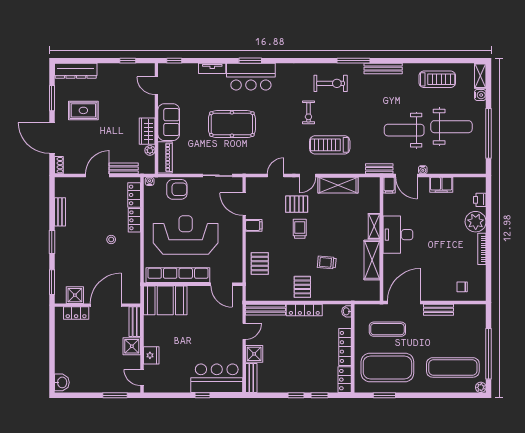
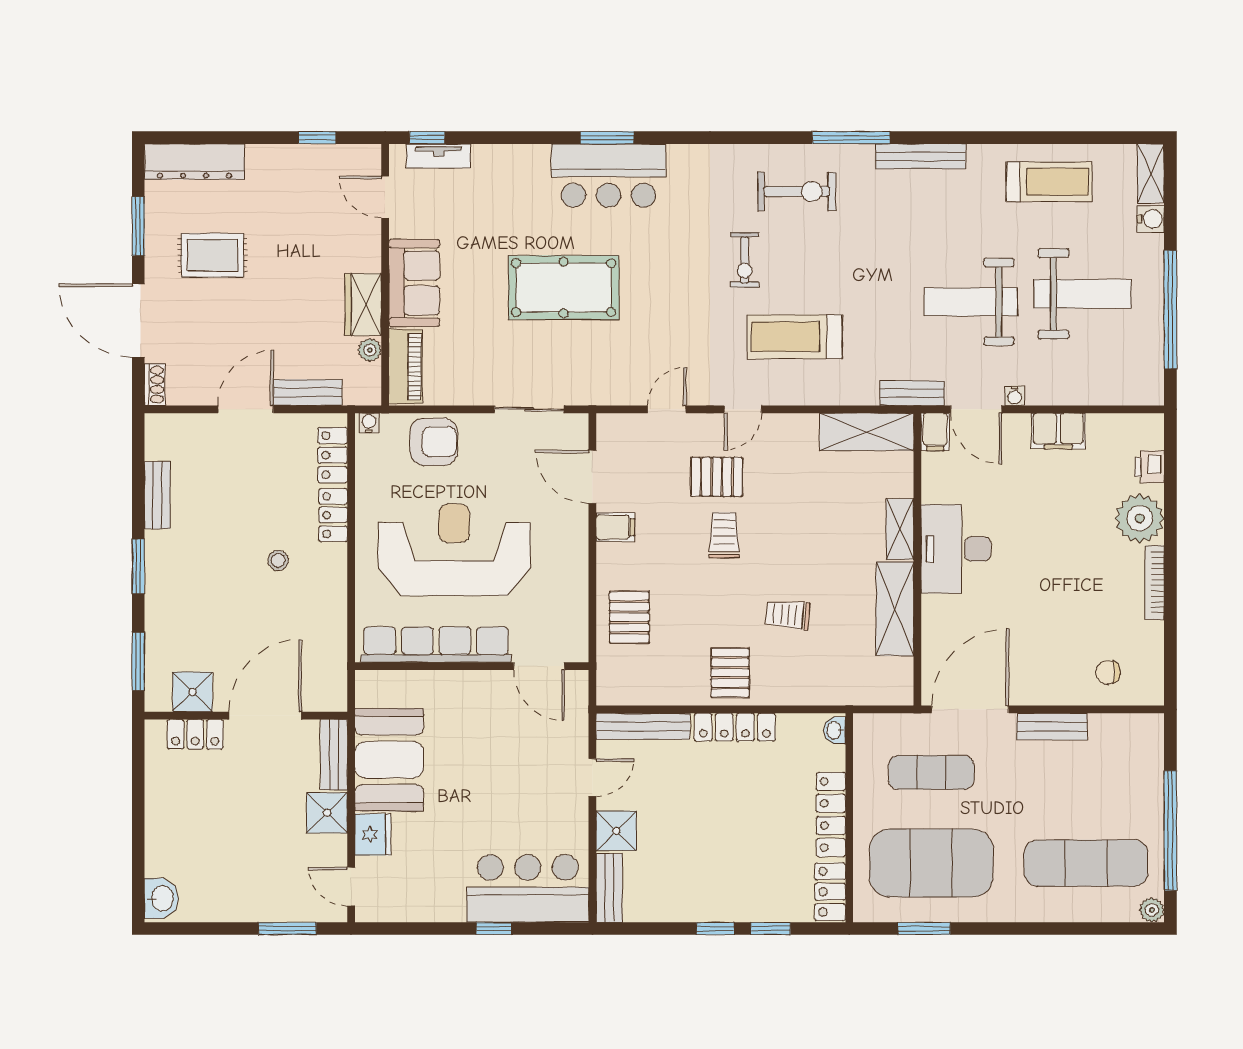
tv unit: (212, 68) -> (438, 156), moved
shelving: (338, 185) -> (867, 432), moved
booth: (165, 300) -> (389, 760), moved, turned 90

